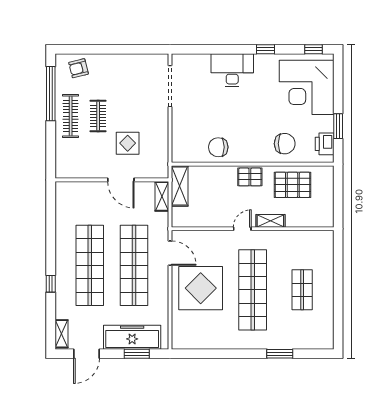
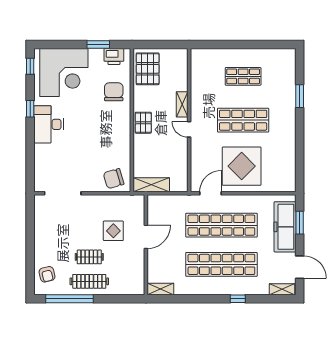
desk: (232, 70) -> (49, 124), moved
chair: (218, 147) -> (114, 179), moved, turned 74
pallet: (292, 185) -> (148, 69), moved
shelving: (162, 196) -> (160, 289), moved
shop shelf: (253, 290) -> (243, 120), width x0.71

